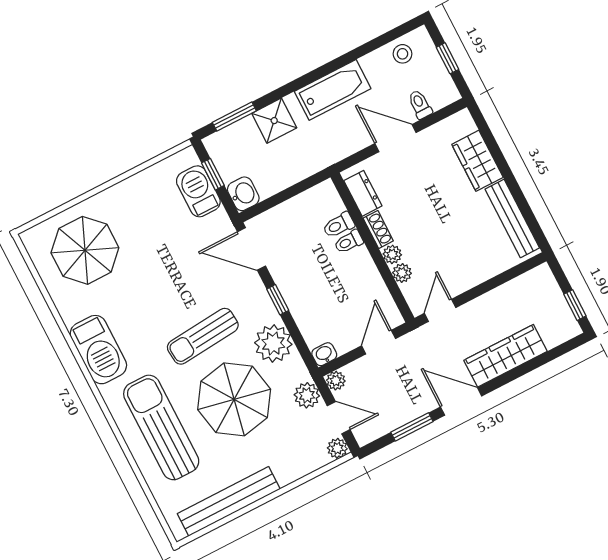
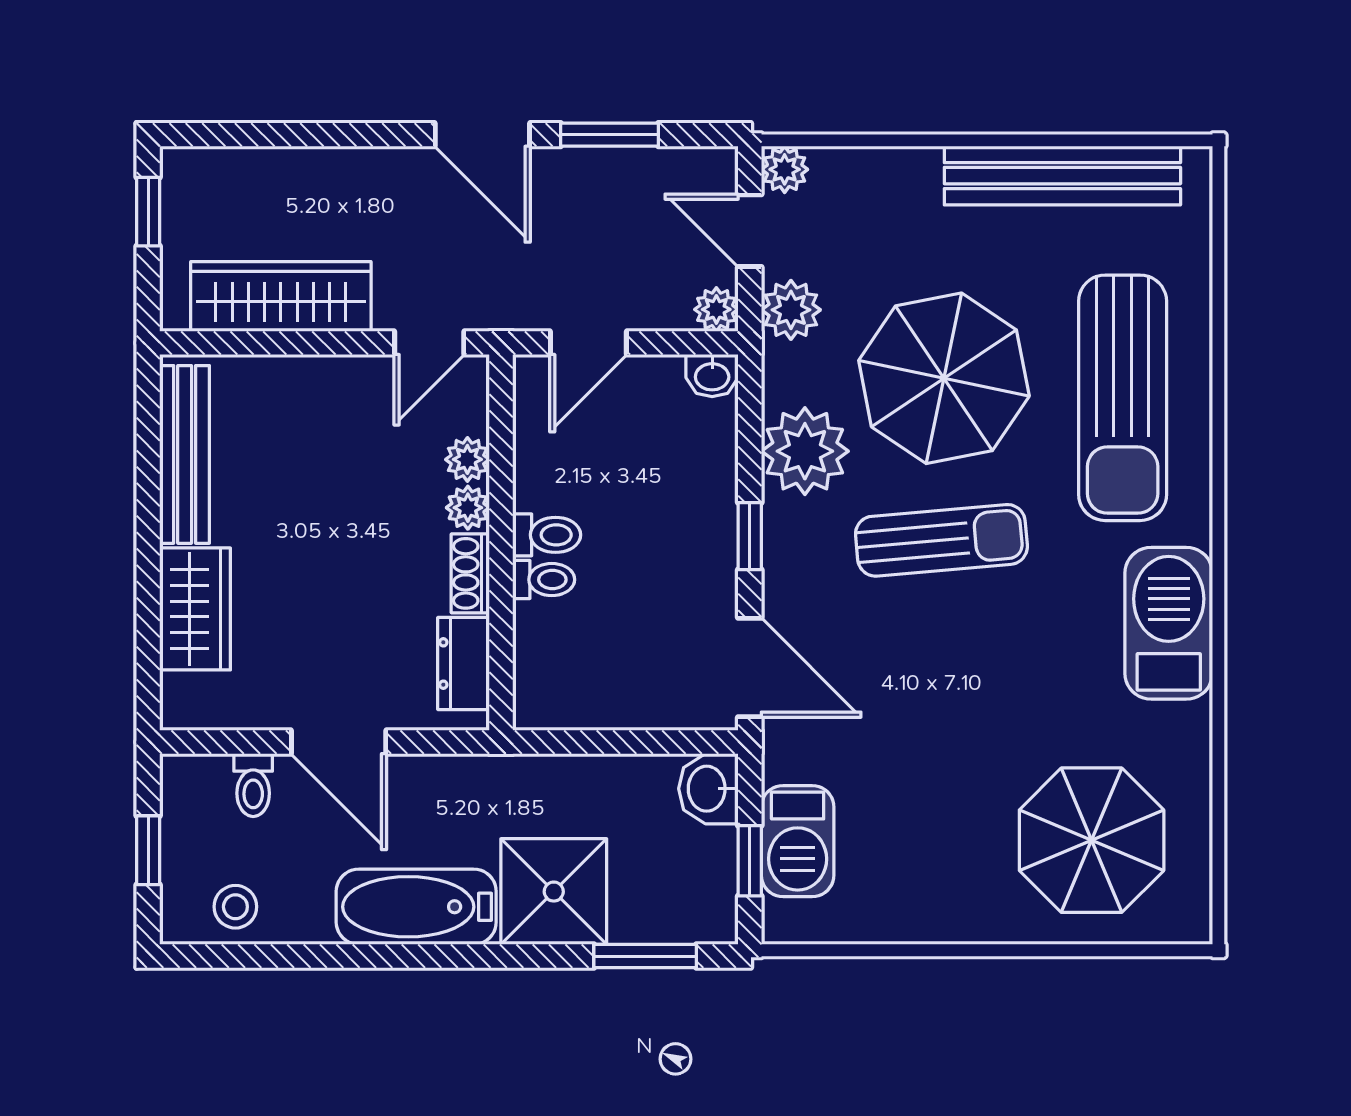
shower: (274, 121) -> (554, 892), width x1.36, depth x1.36
toilet: (339, 225) -> (547, 535), moved
wardrobe: (506, 356) -> (281, 296), moved, turned 180

